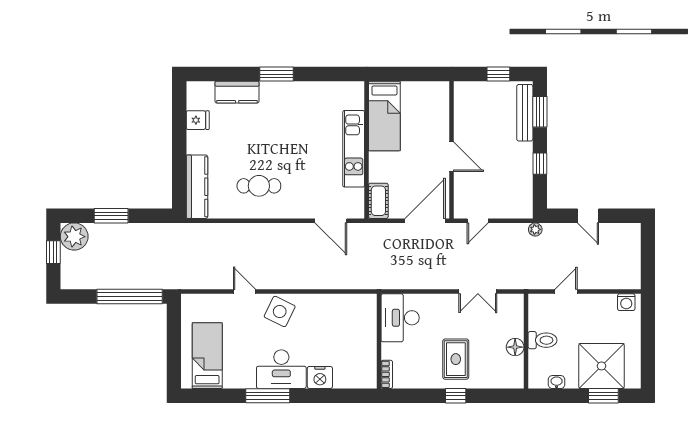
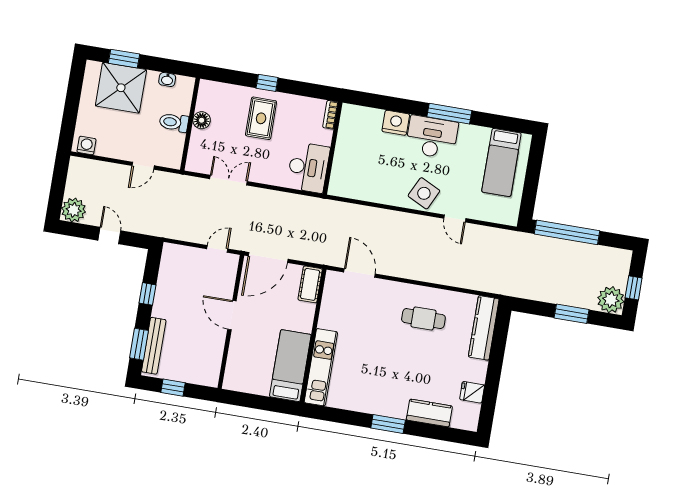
kitchen unit: (354, 149) -> (321, 367), moved
plant: (535, 229) -> (74, 210), moved, width x1.88, depth x1.88

